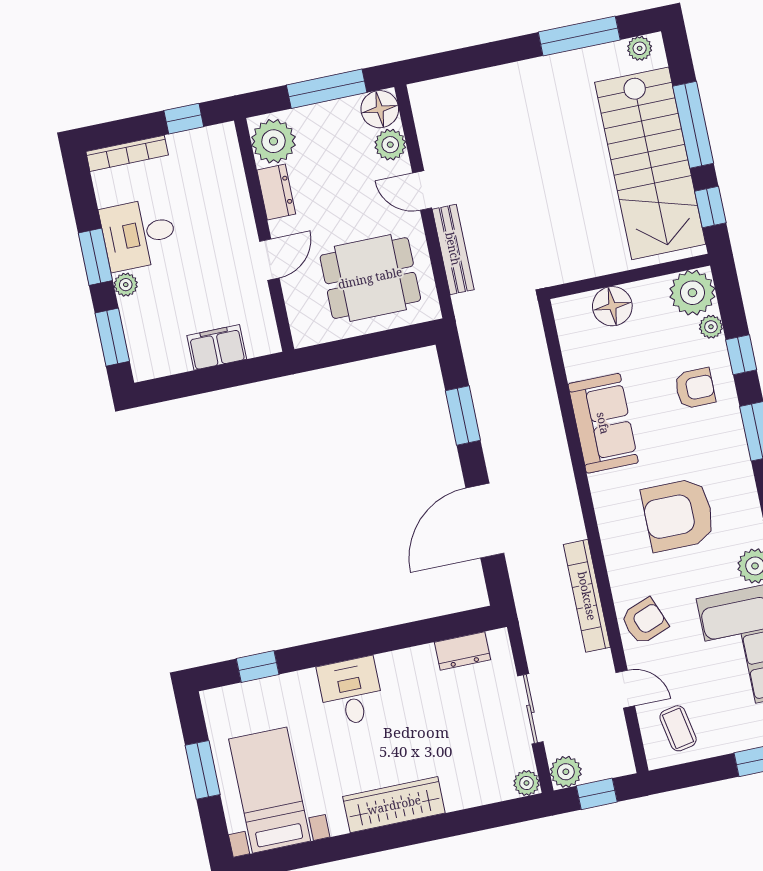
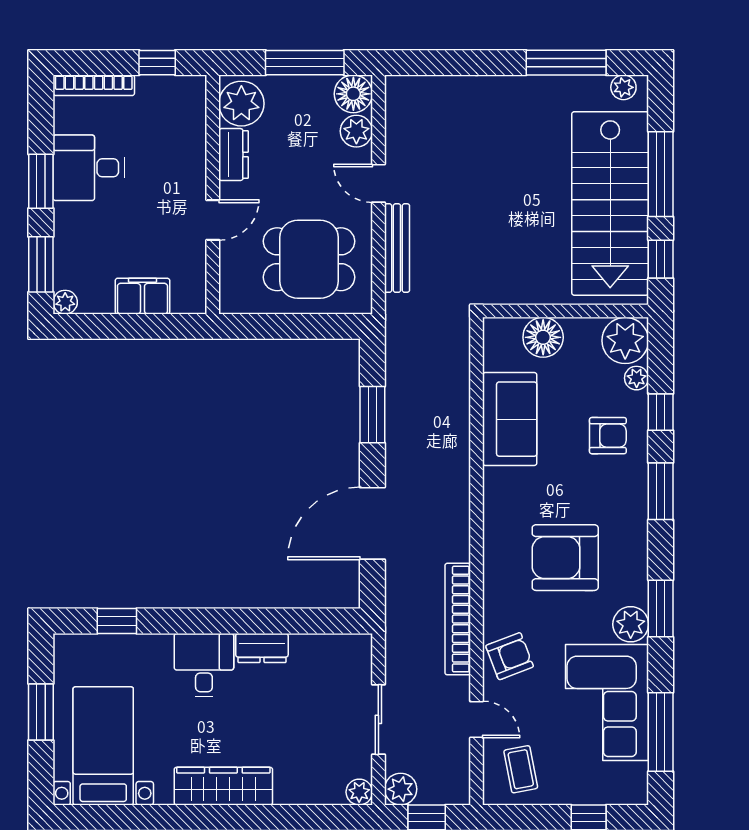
plant: (126, 285) -> (65, 302), moved
sofa: (603, 423) -> (510, 419), moved
dresser: (463, 651) -> (262, 648), moved

